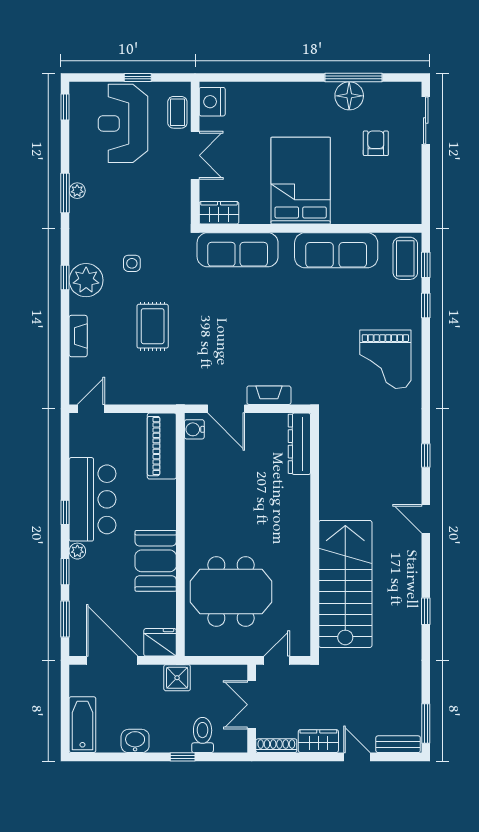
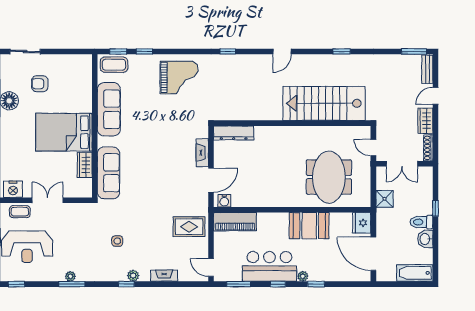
wardrobe: (219, 213) -> (85, 165), moved
plant: (86, 280) -> (133, 276), width x0.53, depth x0.53
rug: (153, 326) -> (189, 227), moved
window: (426, 456) -> (228, 51), moved
window: (65, 619) -> (239, 284), moved
door: (112, 660) -> (373, 254), hinge flipped
shower: (177, 678) -> (385, 199), moved
toilet: (203, 735) -> (421, 222), moved

